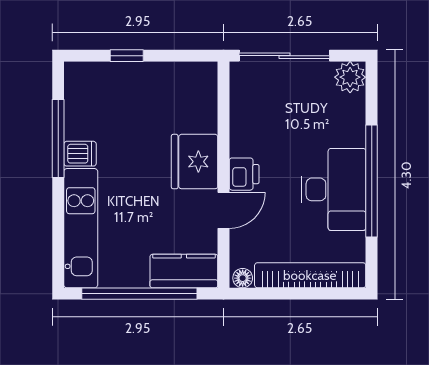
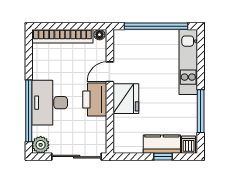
dishwasher: (80, 154) -> (189, 145), moved, turned 90
printer: (244, 174) -> (95, 99), width x1.87, depth x1.48
window: (372, 181) -> (29, 111), moved
desk: (333, 189) -> (50, 103), moved
kitchen counter: (184, 271) -> (162, 144), moved, turned 180

